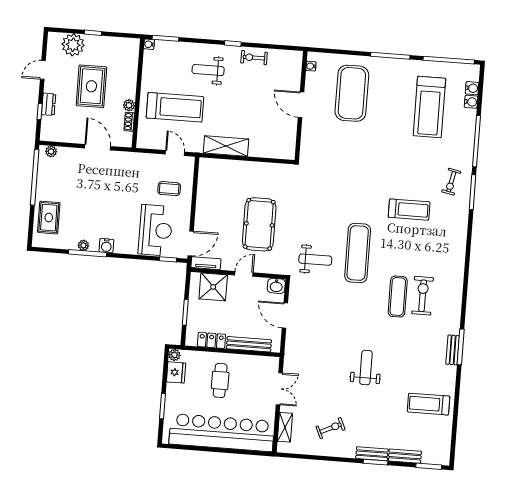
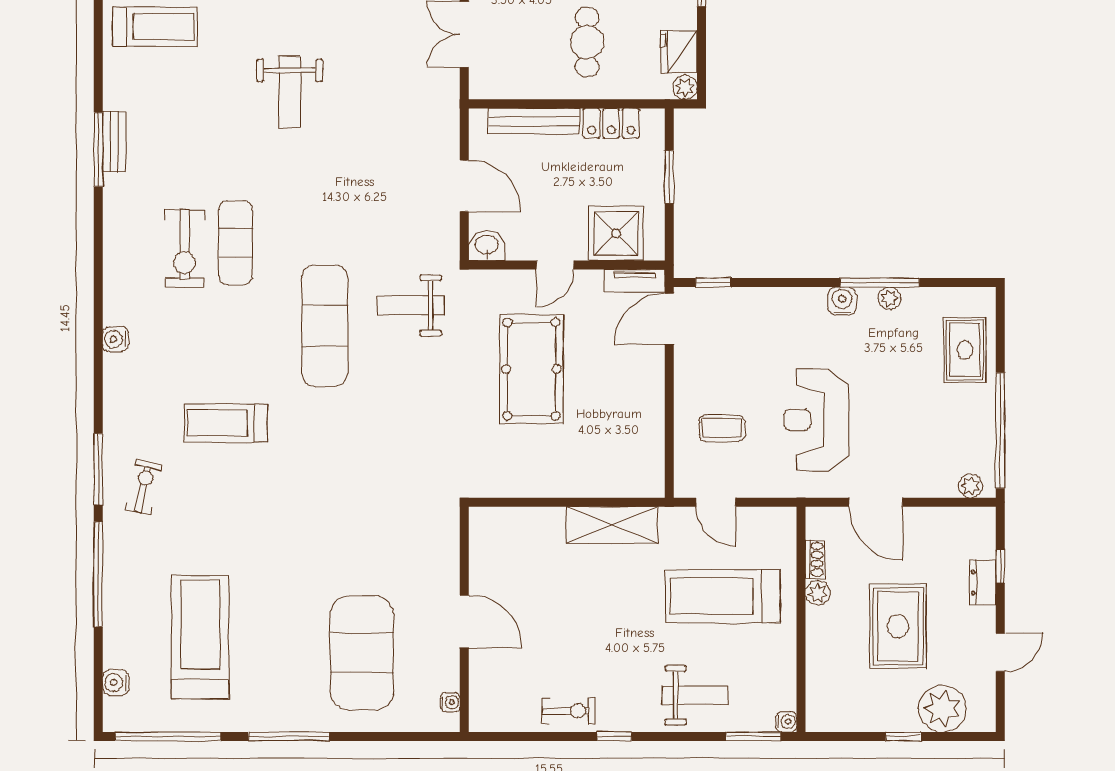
weight bench: (208, 70) -> (695, 695), moved
water cooler: (471, 102) -> (116, 339), moved
reception desk: (155, 230) -> (816, 420), moved

